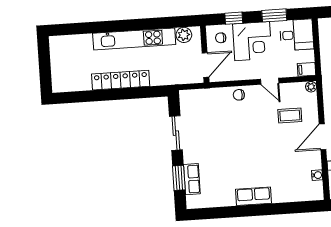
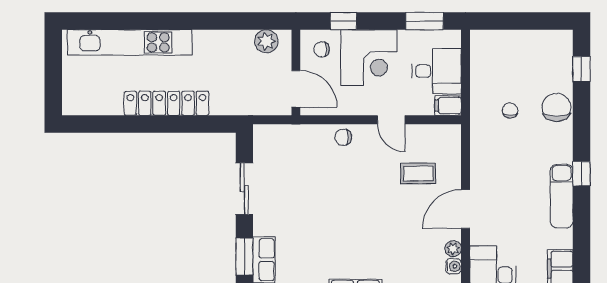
window: (274, 15) -> (424, 21), moved
desk: (297, 35) -> (437, 71), moved
kitchen unit: (134, 39) -> (130, 42), moved
door: (205, 65) -> (296, 89), hinge flipped
plant: (311, 87) -> (453, 249), moved

